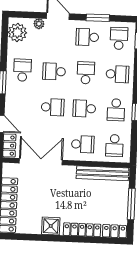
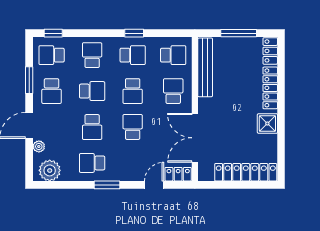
school desk: (86, 73) -> (92, 91), turned 180

